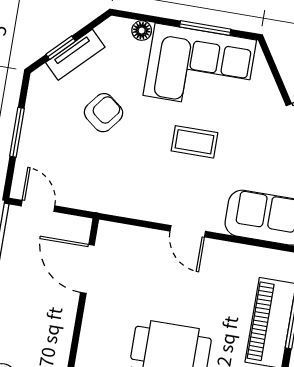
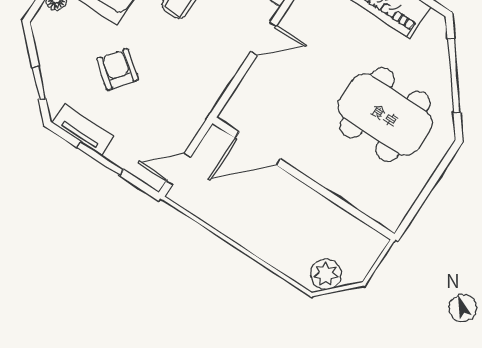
tv unit: (75, 55) -> (83, 130), moved, turned -45

